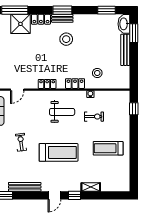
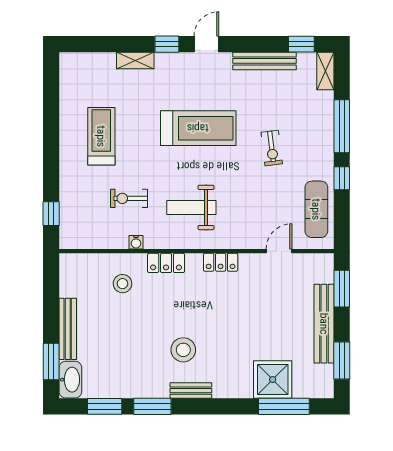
window: (62, 10) -> (152, 406), moved
locker: (41, 19) -> (233, 389), removed
treadmill: (108, 148) -> (101, 136), turned -90
treadmill: (59, 152) -> (198, 128), turned 180

